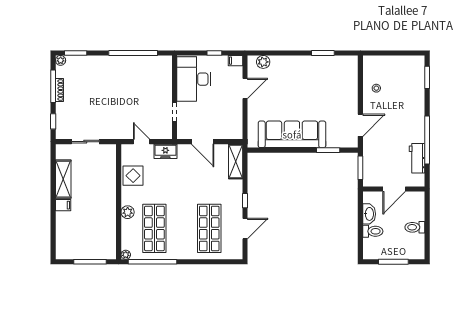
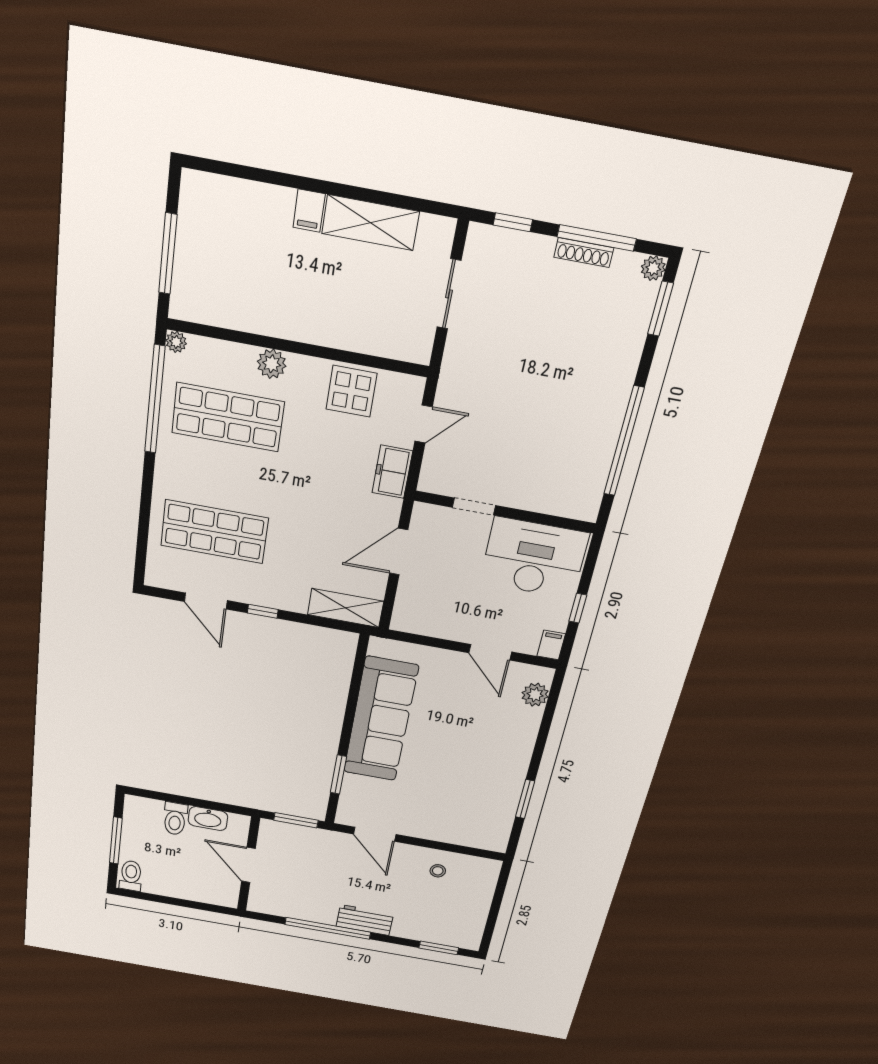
workbench: (417, 158) -> (365, 920), moved
toilet: (415, 227) -> (131, 876), moved

